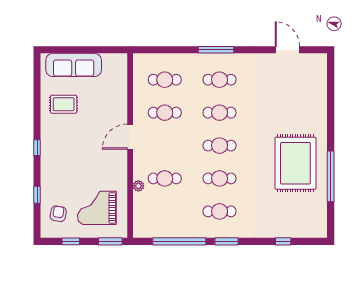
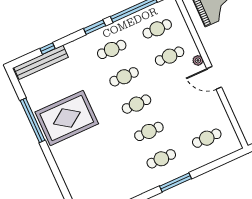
cafe table: (165, 113) -> (157, 29), moved
door: (130, 137) -> (214, 78), swing flipped
rug: (295, 163) -> (67, 118), turned 90
plant: (138, 186) -> (198, 60), moved
bench: (296, 231) -> (41, 62), added

